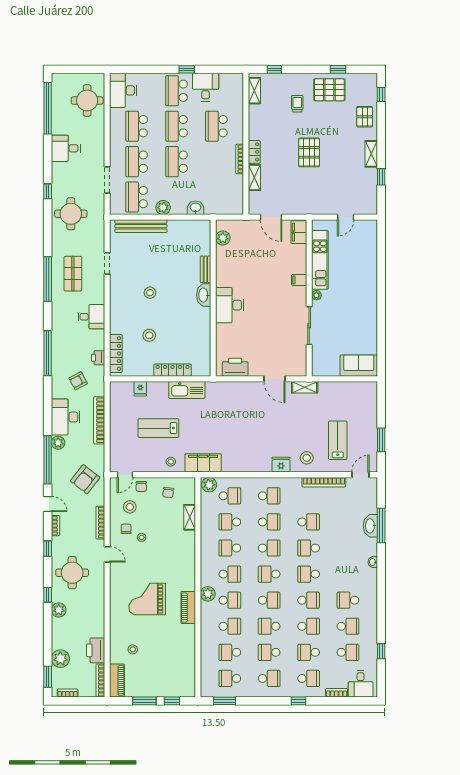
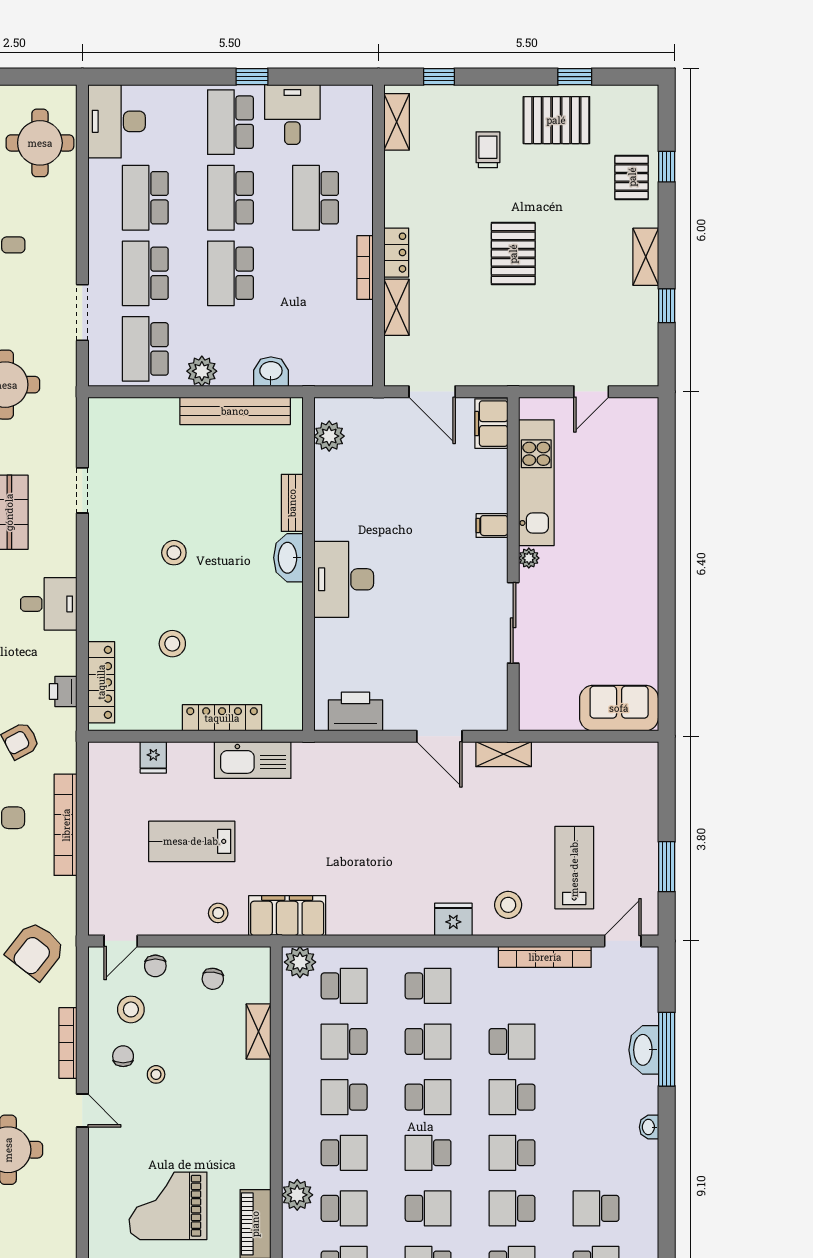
window: (381, 95) -> (667, 167), moved
bench: (141, 226) -> (235, 411), moved
school desk: (309, 600) -> (512, 1208), turned 180

